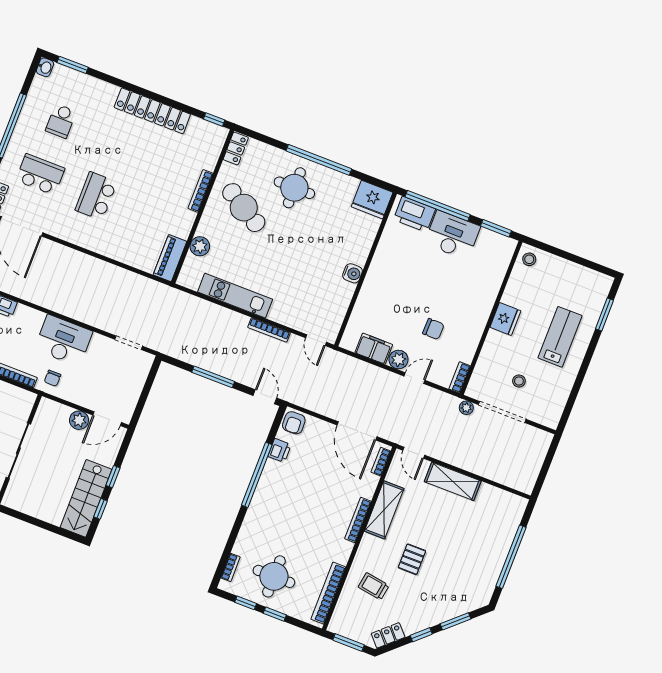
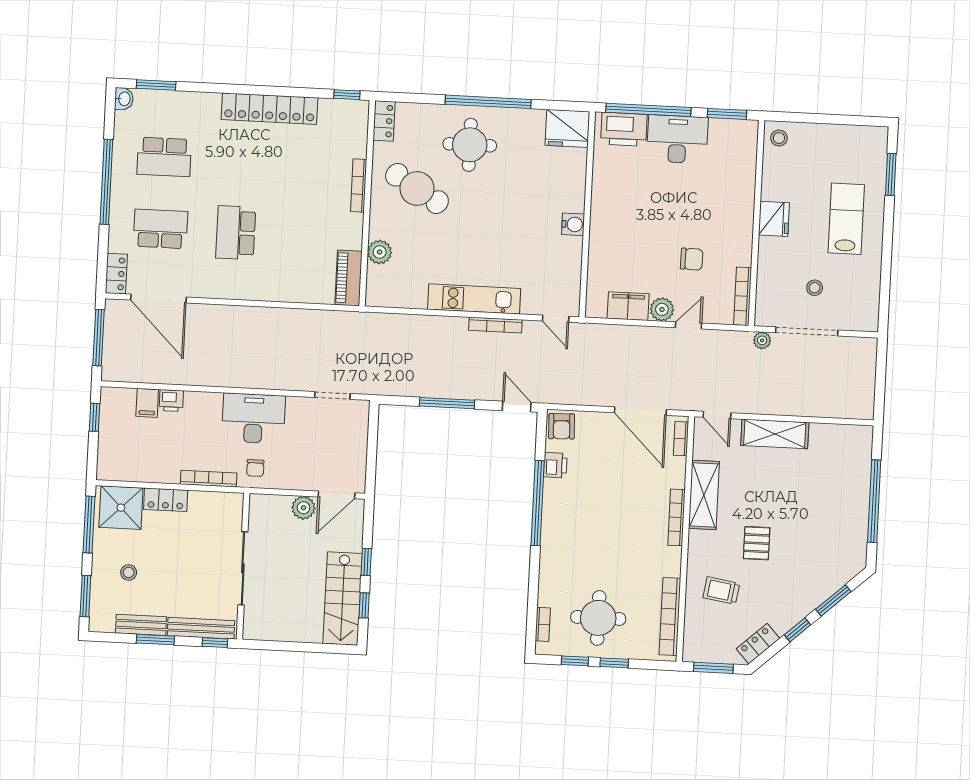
school desk: (61, 121) -> (164, 157), width x1.85
kitchen unit: (235, 296) -> (474, 299), moved
bookcase: (460, 377) -> (743, 296), width x1.56

